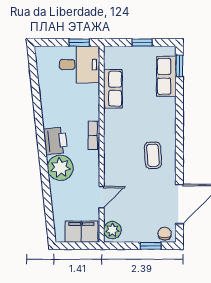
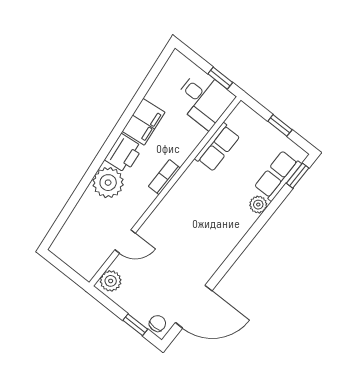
plant: (169, 105) -> (258, 205), added
coffee table: (153, 155) -> (205, 240), removed
filing cabinet: (81, 232) -> (144, 122), moved, turned 84

